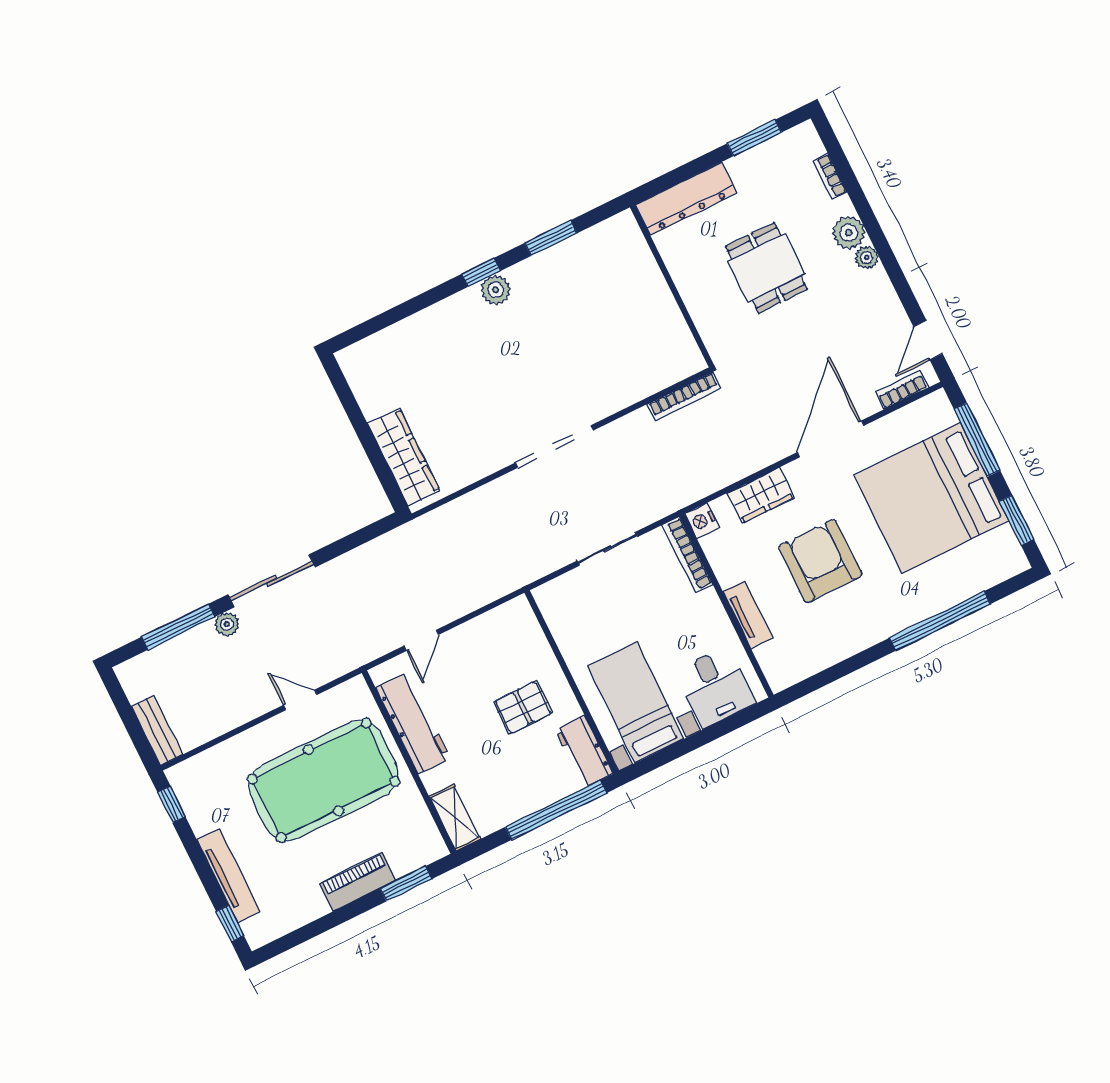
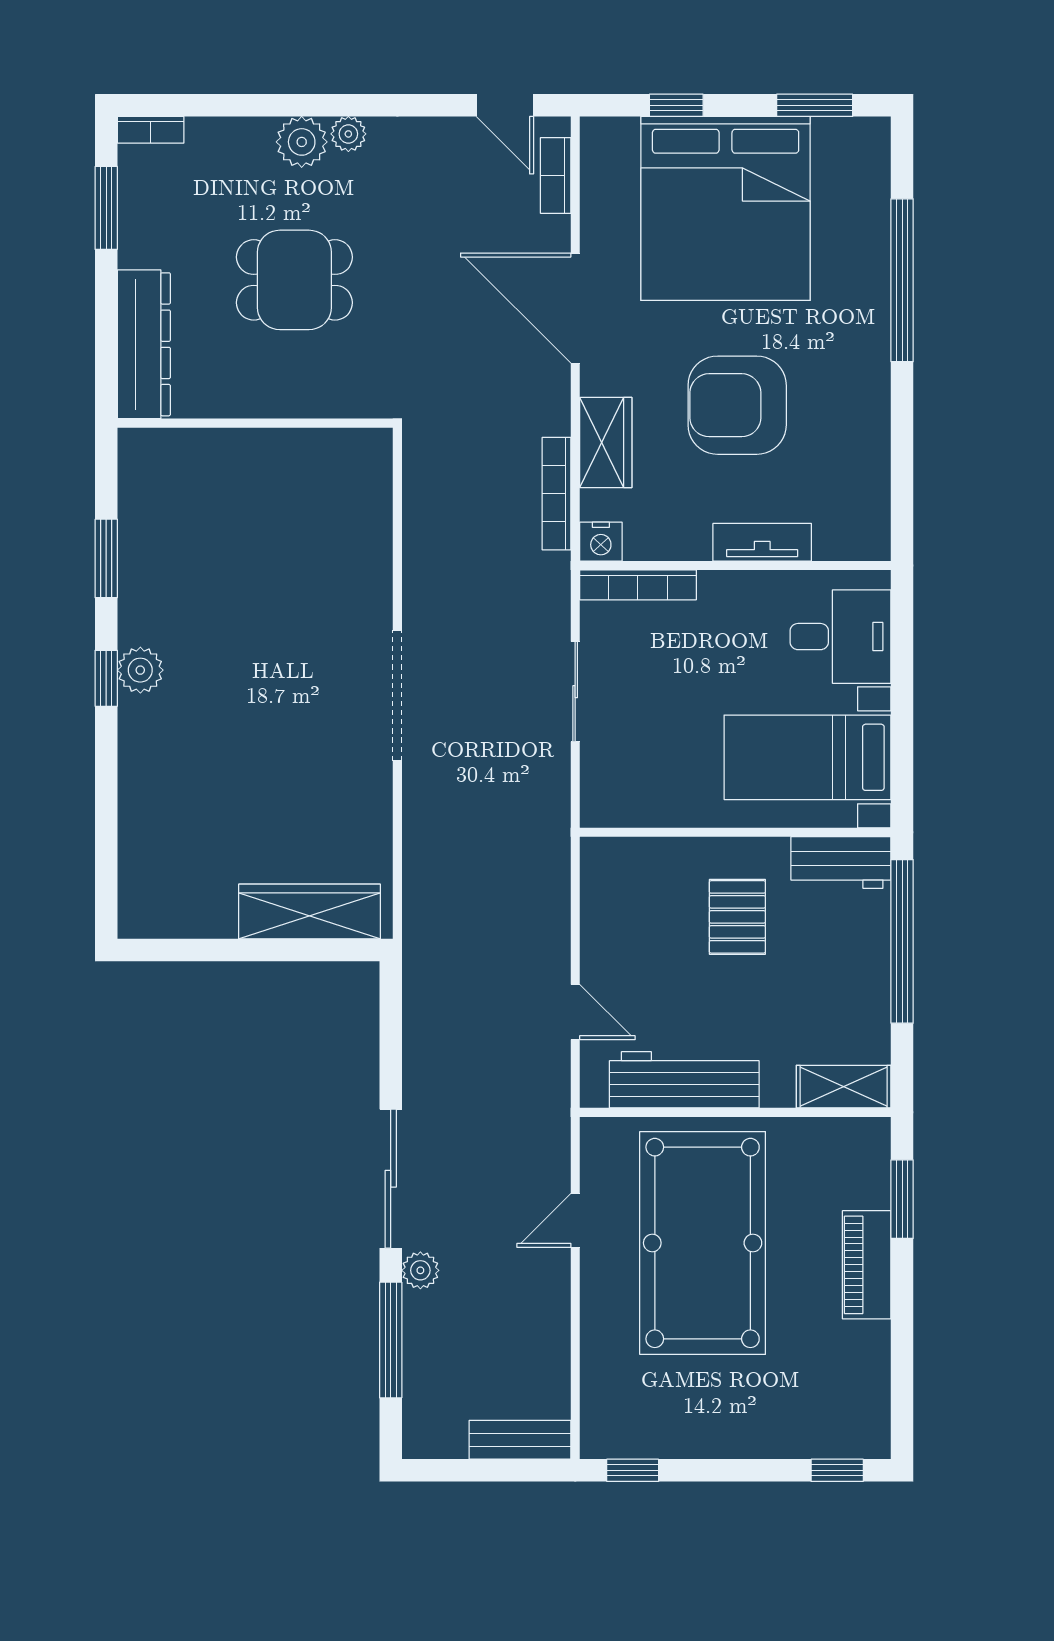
bookcase: (830, 176) -> (151, 130), moved
bookcase: (684, 396) -> (556, 494), moved, turned 180
window: (977, 440) -> (676, 105), width x0.46
tv unit: (228, 875) -> (769, 1440), removed

